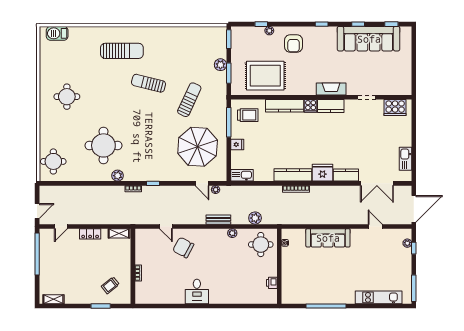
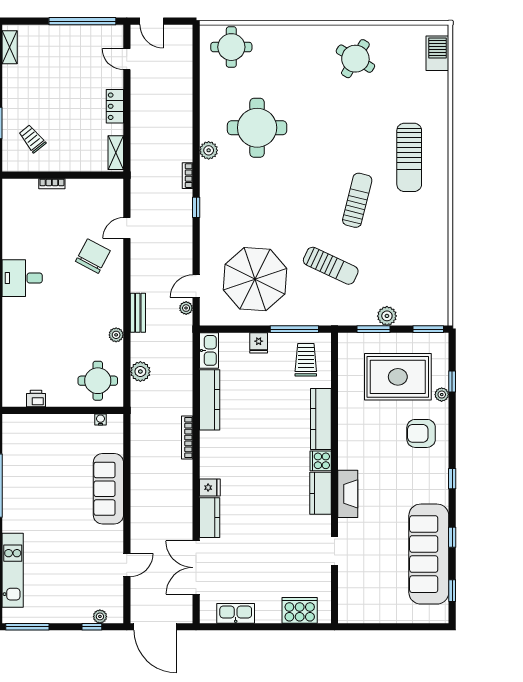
rug: (265, 76) -> (398, 377), moved, turned 90
round table: (67, 97) -> (355, 59), moved, turned 31
cooker: (395, 107) -> (300, 610), moved, turned 90
trolley: (248, 115) -> (306, 360), turned 180
fridge: (322, 173) -> (210, 488), width x0.53, depth x0.75
kitchen counter: (293, 175) -> (210, 400), moved

